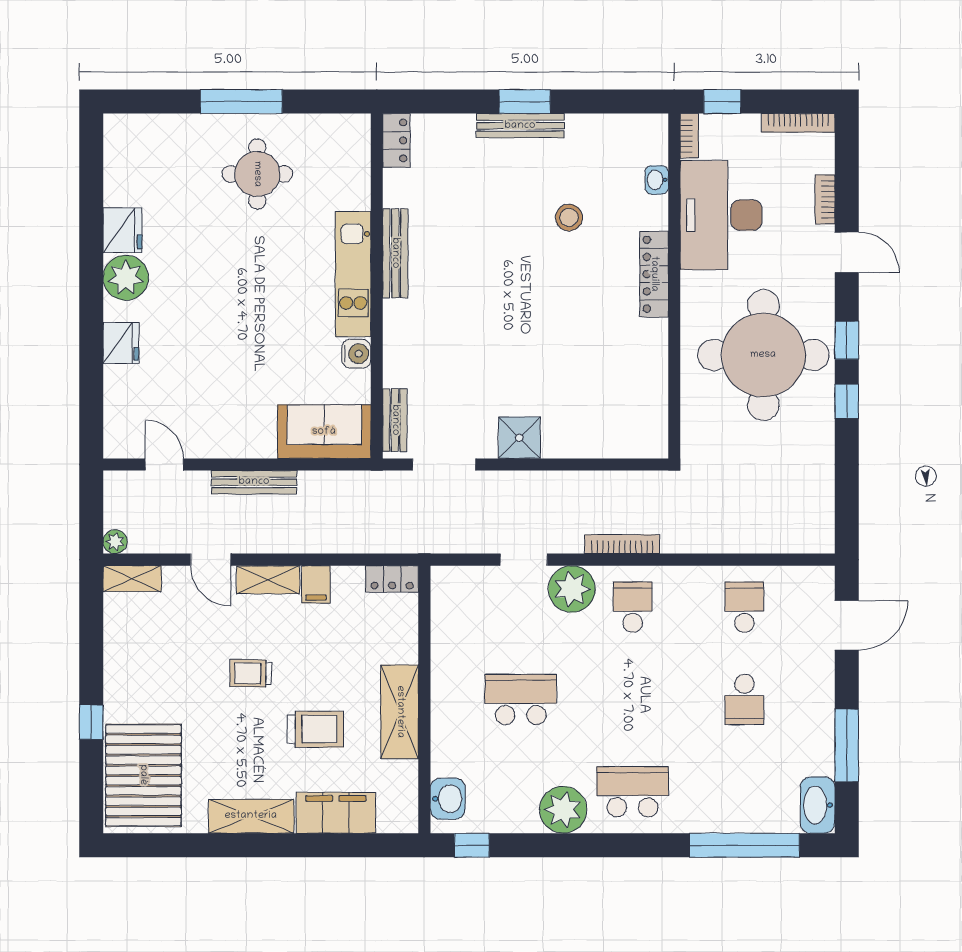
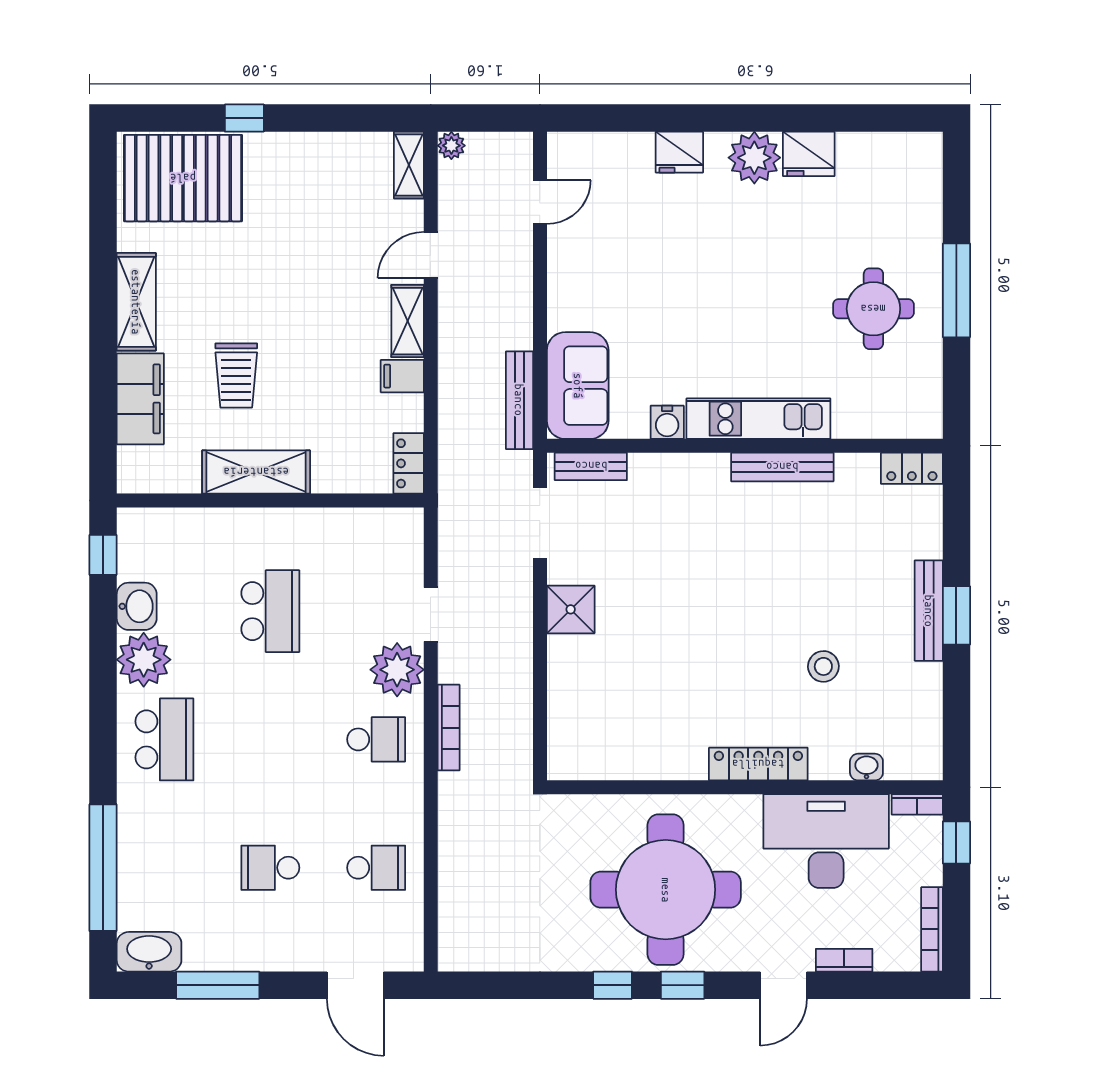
bench: (254, 482) -> (519, 400), moved
trolley: (251, 673) -> (300, 301), removed
washbasin: (448, 799) -> (137, 606), moved, turned -90

